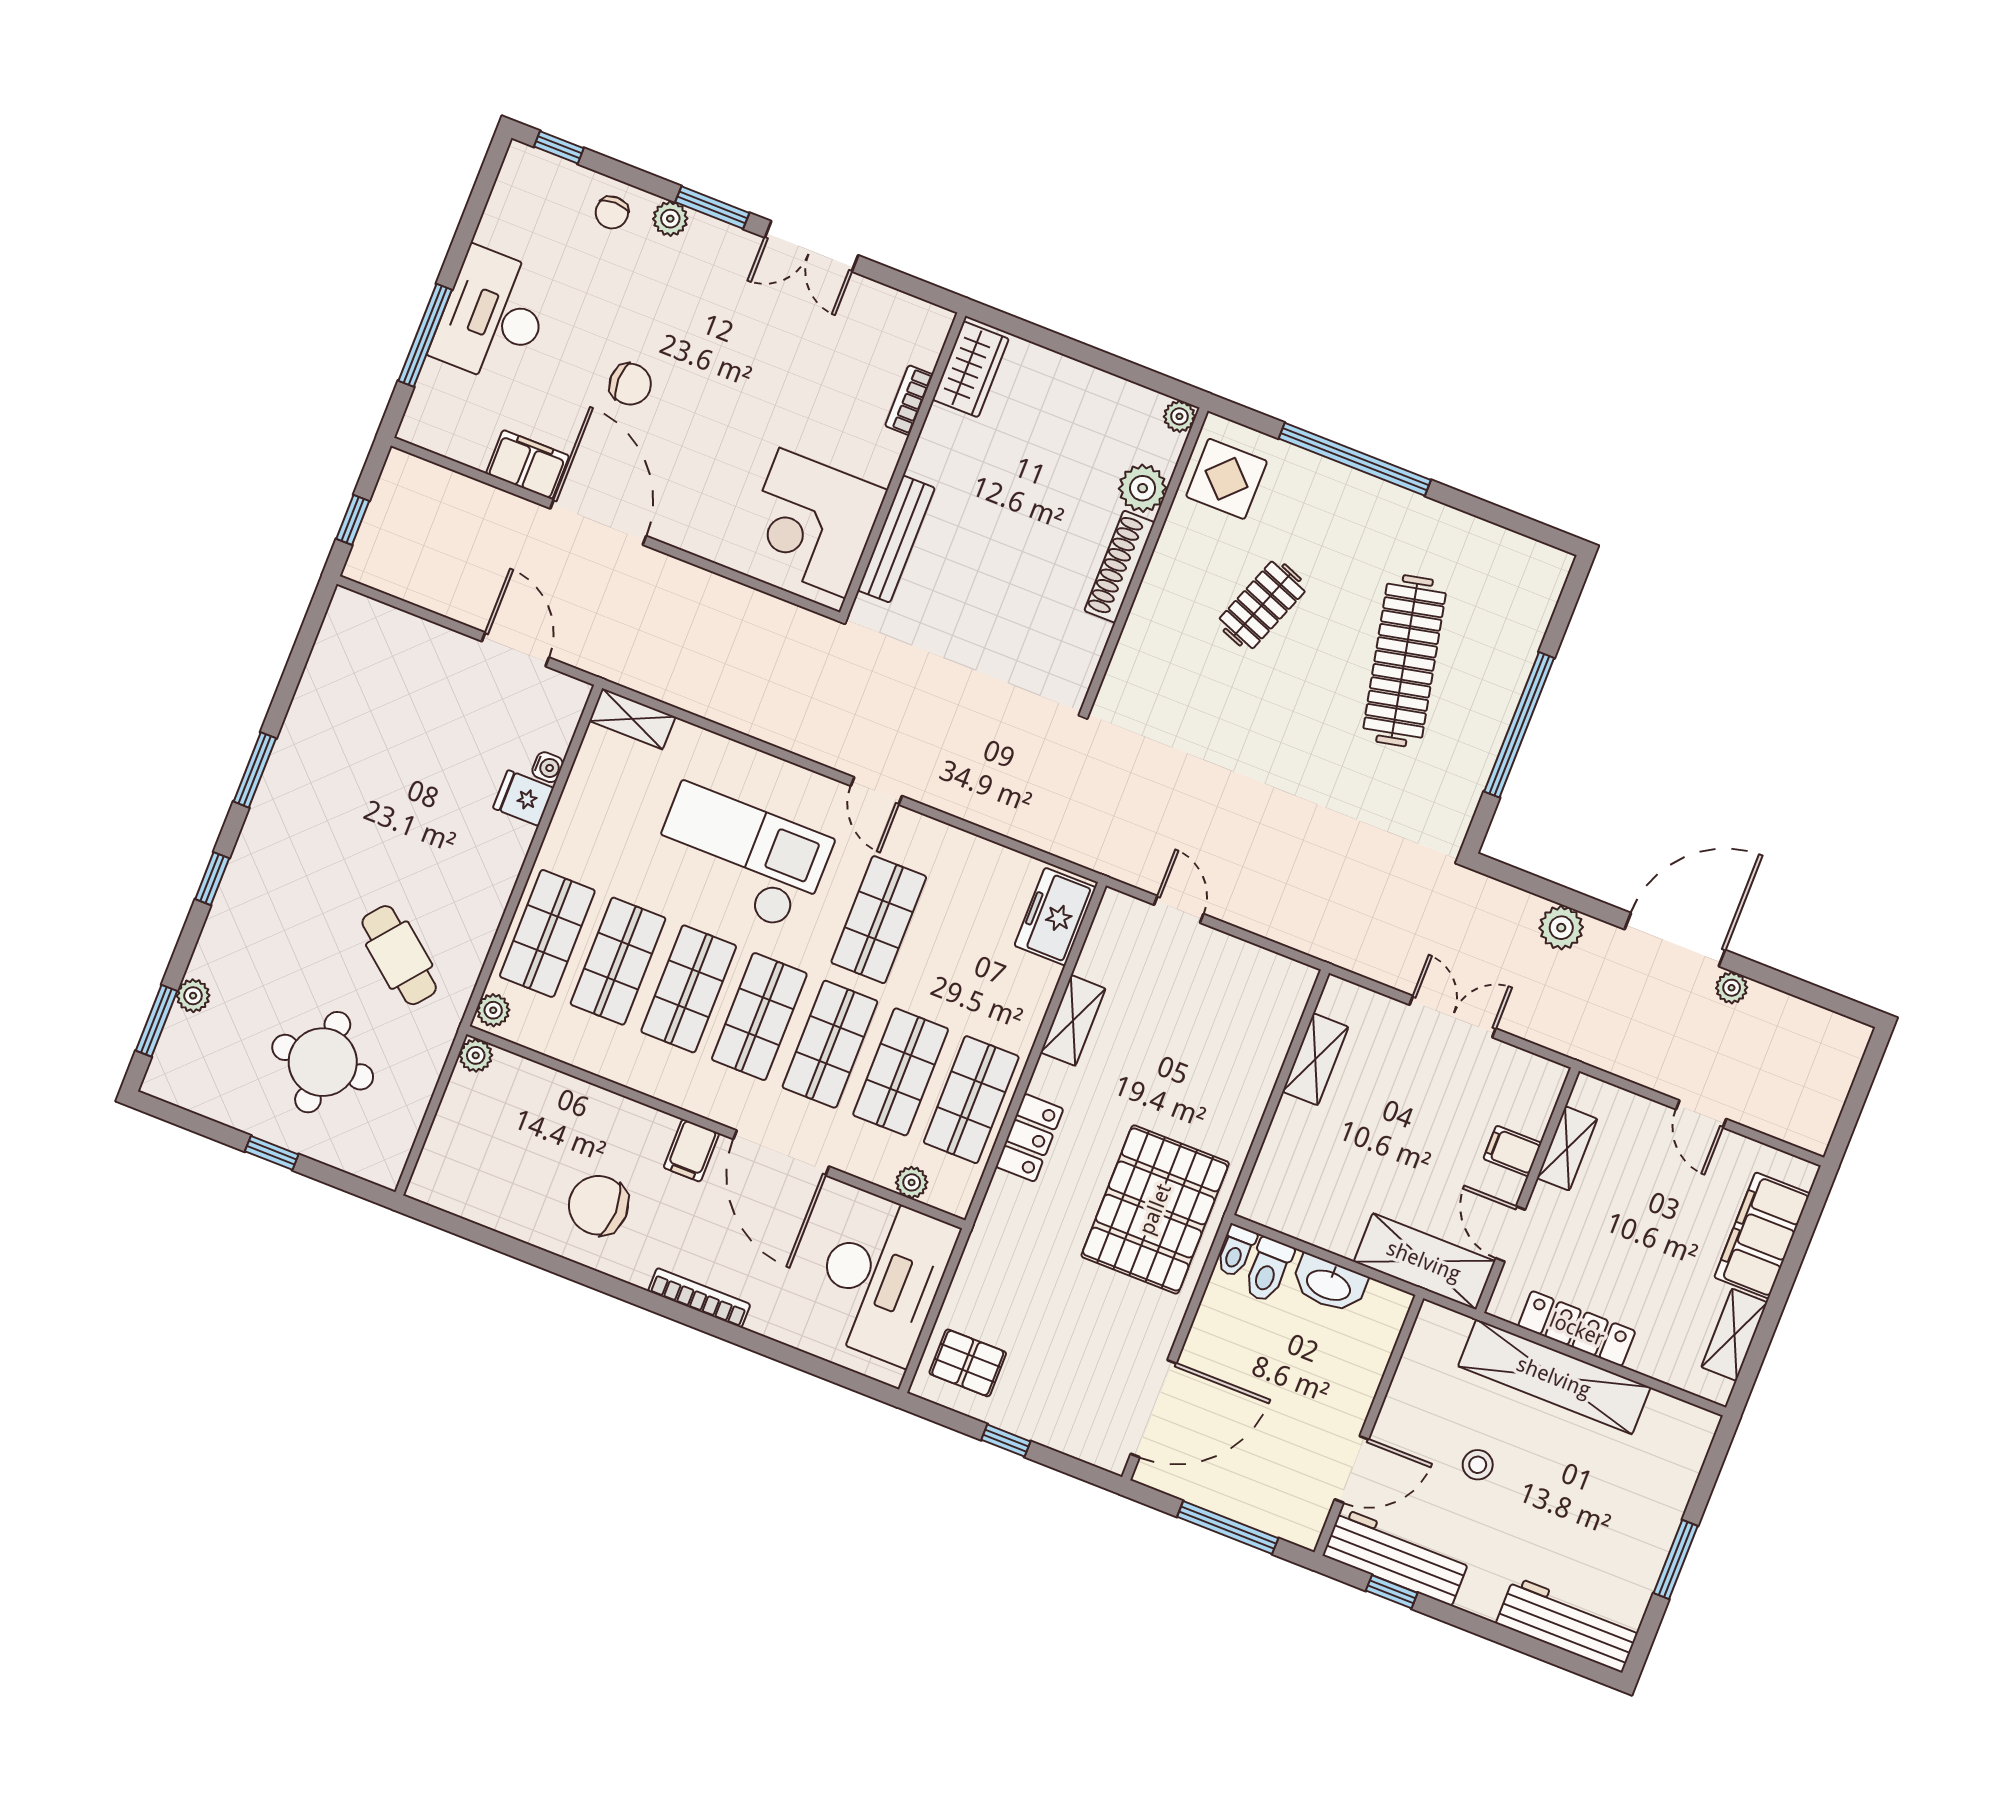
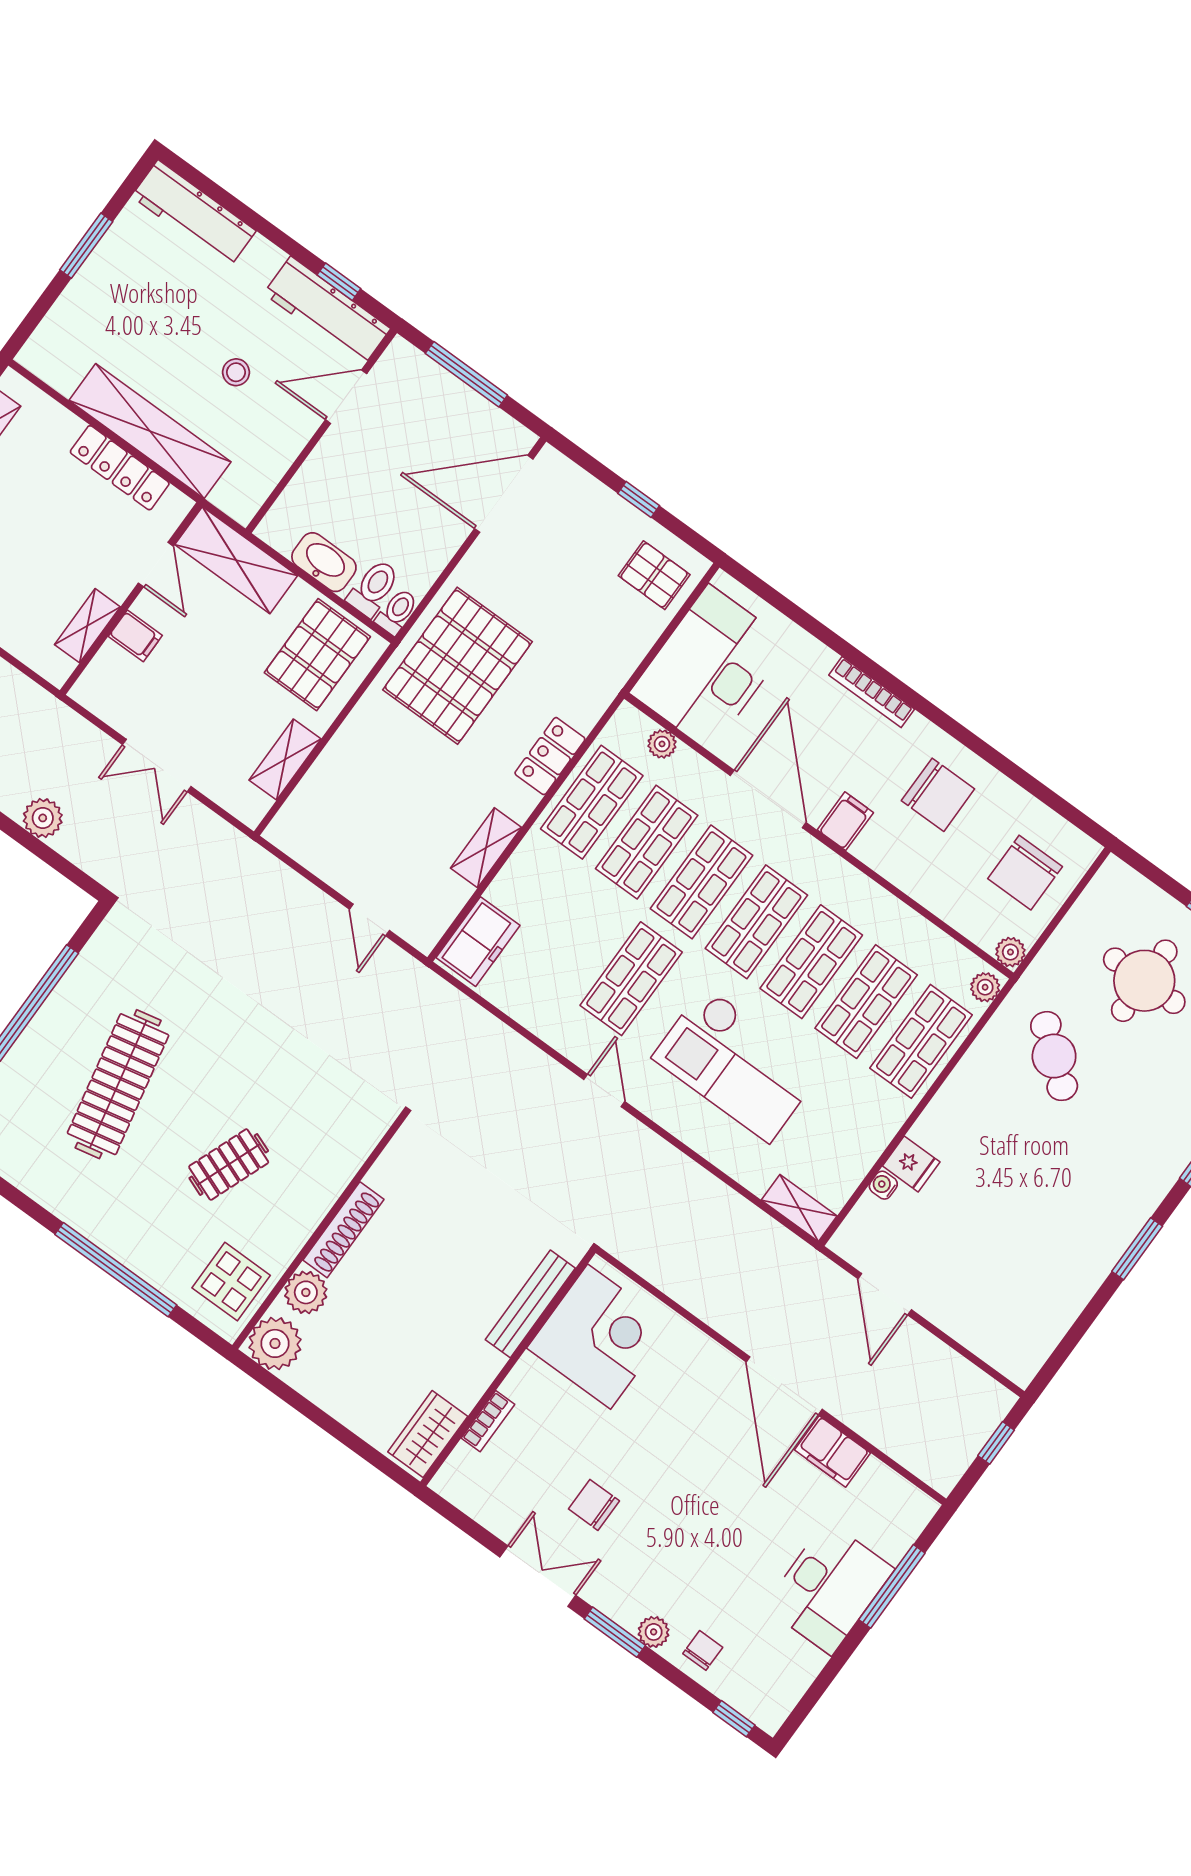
chair: (630, 384) -> (594, 1505), moved
plant: (1179, 416) -> (275, 1343), width x1.88, depth x1.88
chair: (482, 1146) -> (1025, 873), added
pallet: (1310, 1182) -> (317, 655), added

